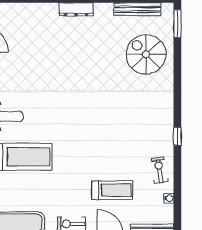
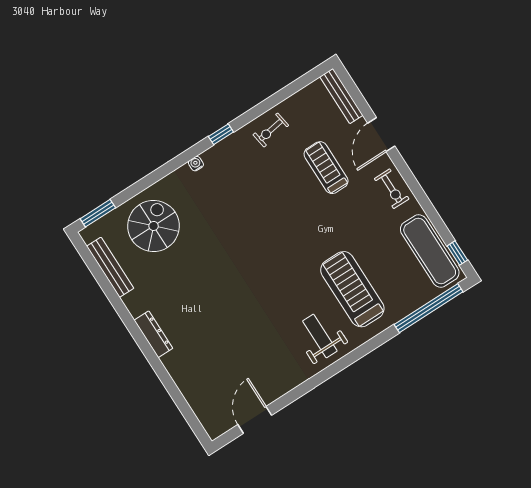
spiral stairs: (146, 54) -> (154, 226), turned 180
water cooler: (169, 198) -> (196, 164), moved

